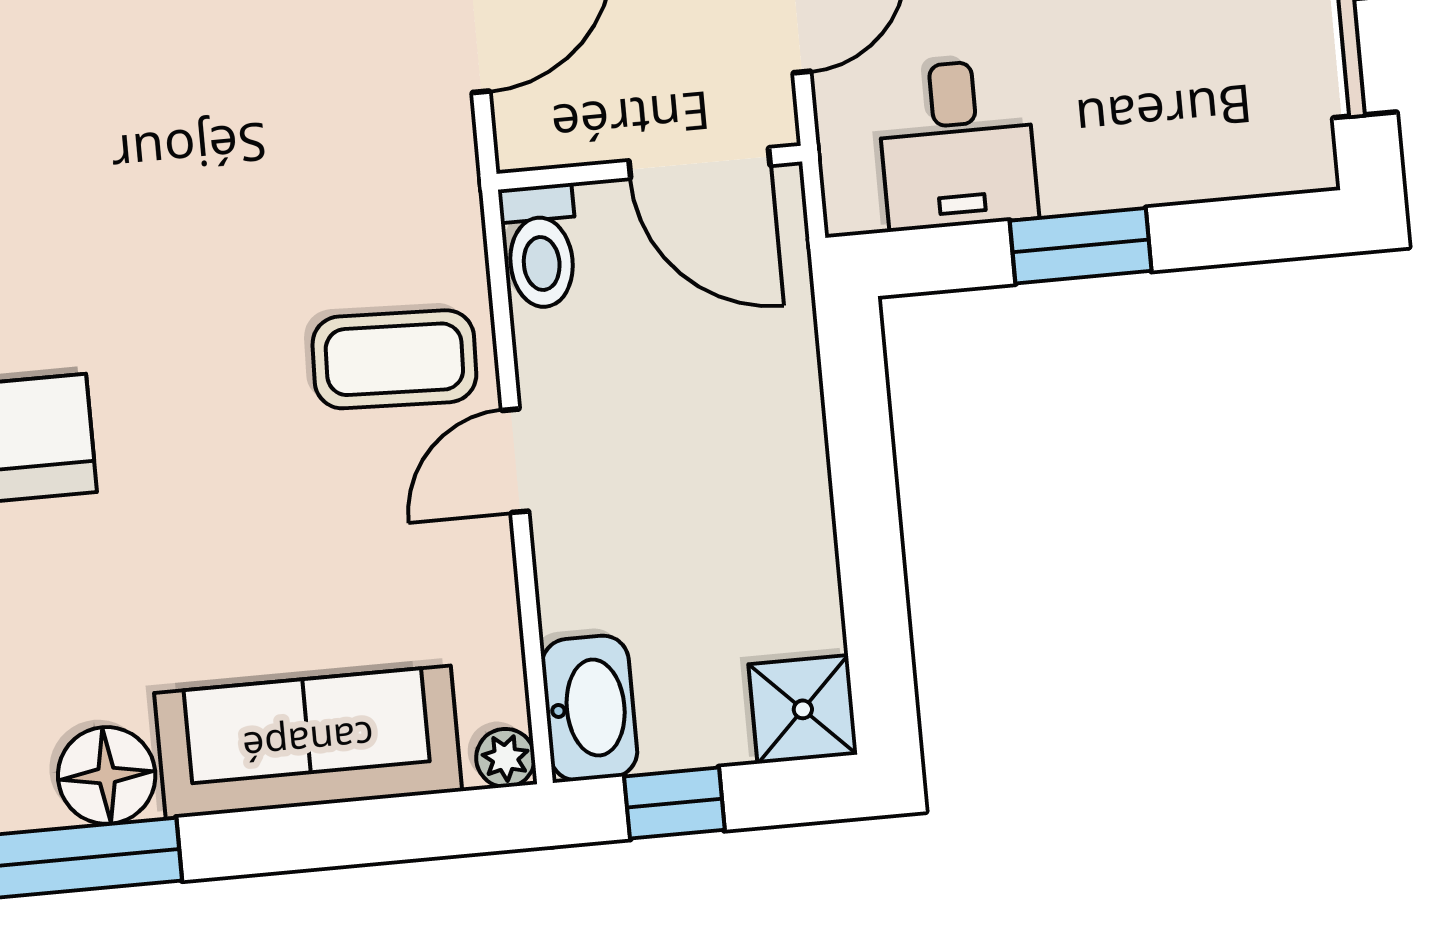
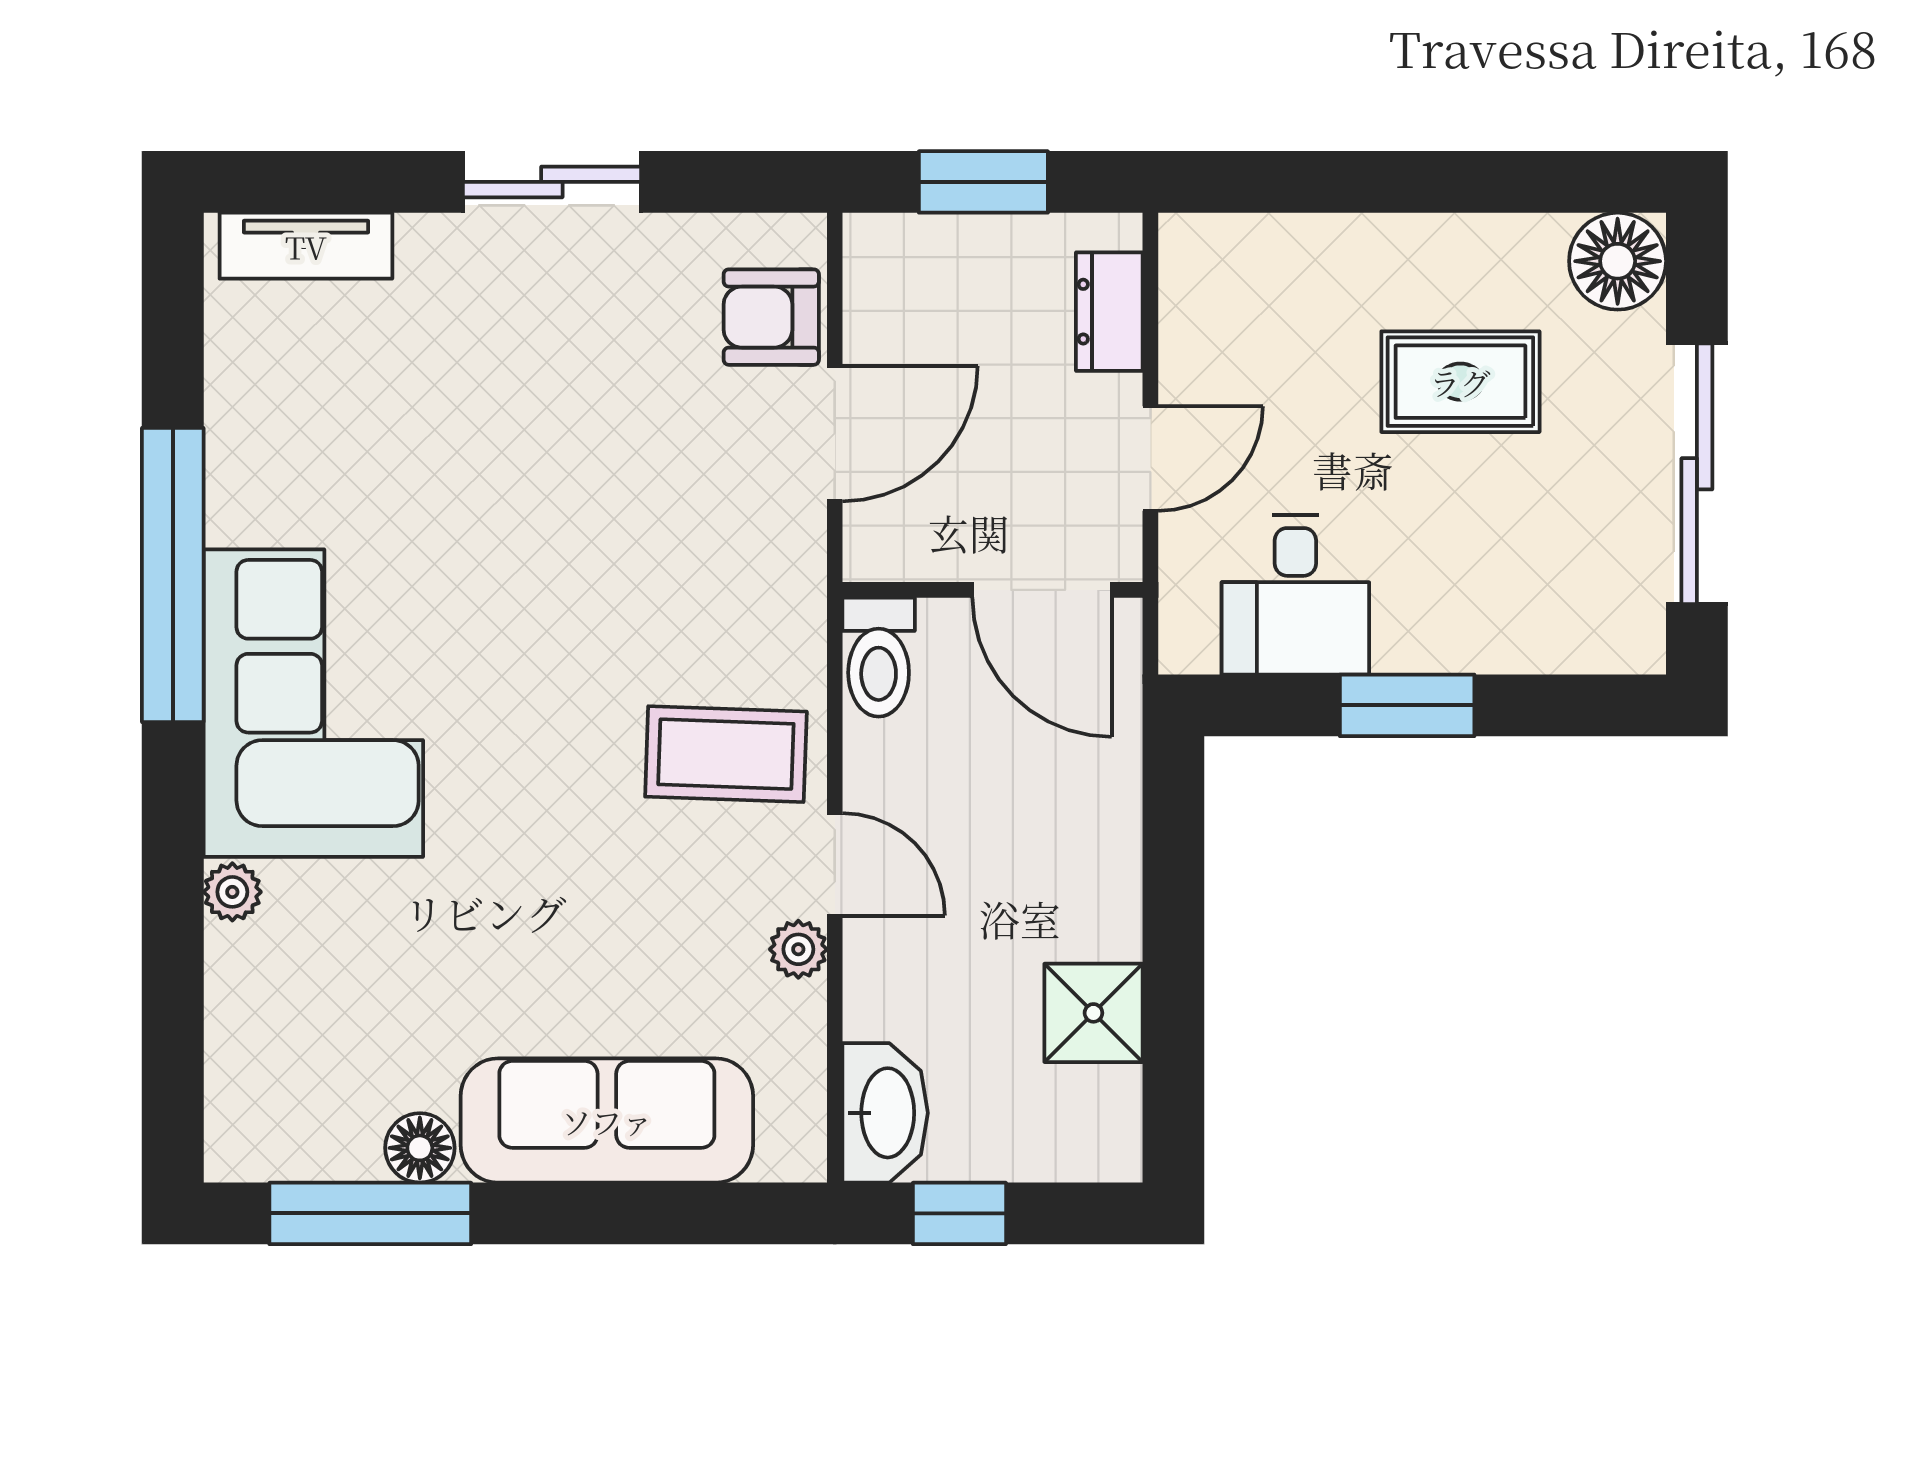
door: (515, 461) -> (835, 864), swing flipped
shower: (803, 709) -> (1093, 1013), moved
plant: (505, 758) -> (798, 949), moved
floor lamp: (107, 775) -> (420, 1148), width x0.73, depth x0.73

